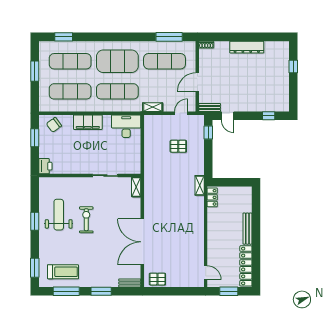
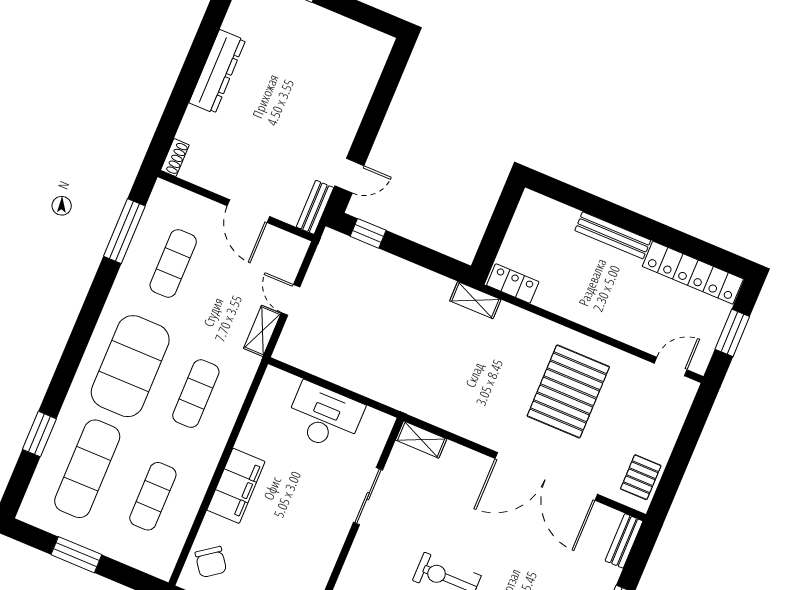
window: (64, 37) -> (39, 434), moved
exercise mat: (165, 61) -> (173, 263), width x0.73, depth x0.69
exercise mat: (70, 91) -> (153, 496), width x0.73, depth x0.69
exercise mat: (117, 91) -> (196, 394), width x0.73, depth x0.69
door: (181, 113) -> (291, 300), moved
window: (269, 116) -> (387, 86), removed
desk: (126, 126) -> (324, 417), moved, turned 90
pallet: (178, 146) -> (568, 391), moved, width x2.05, depth x2.00

